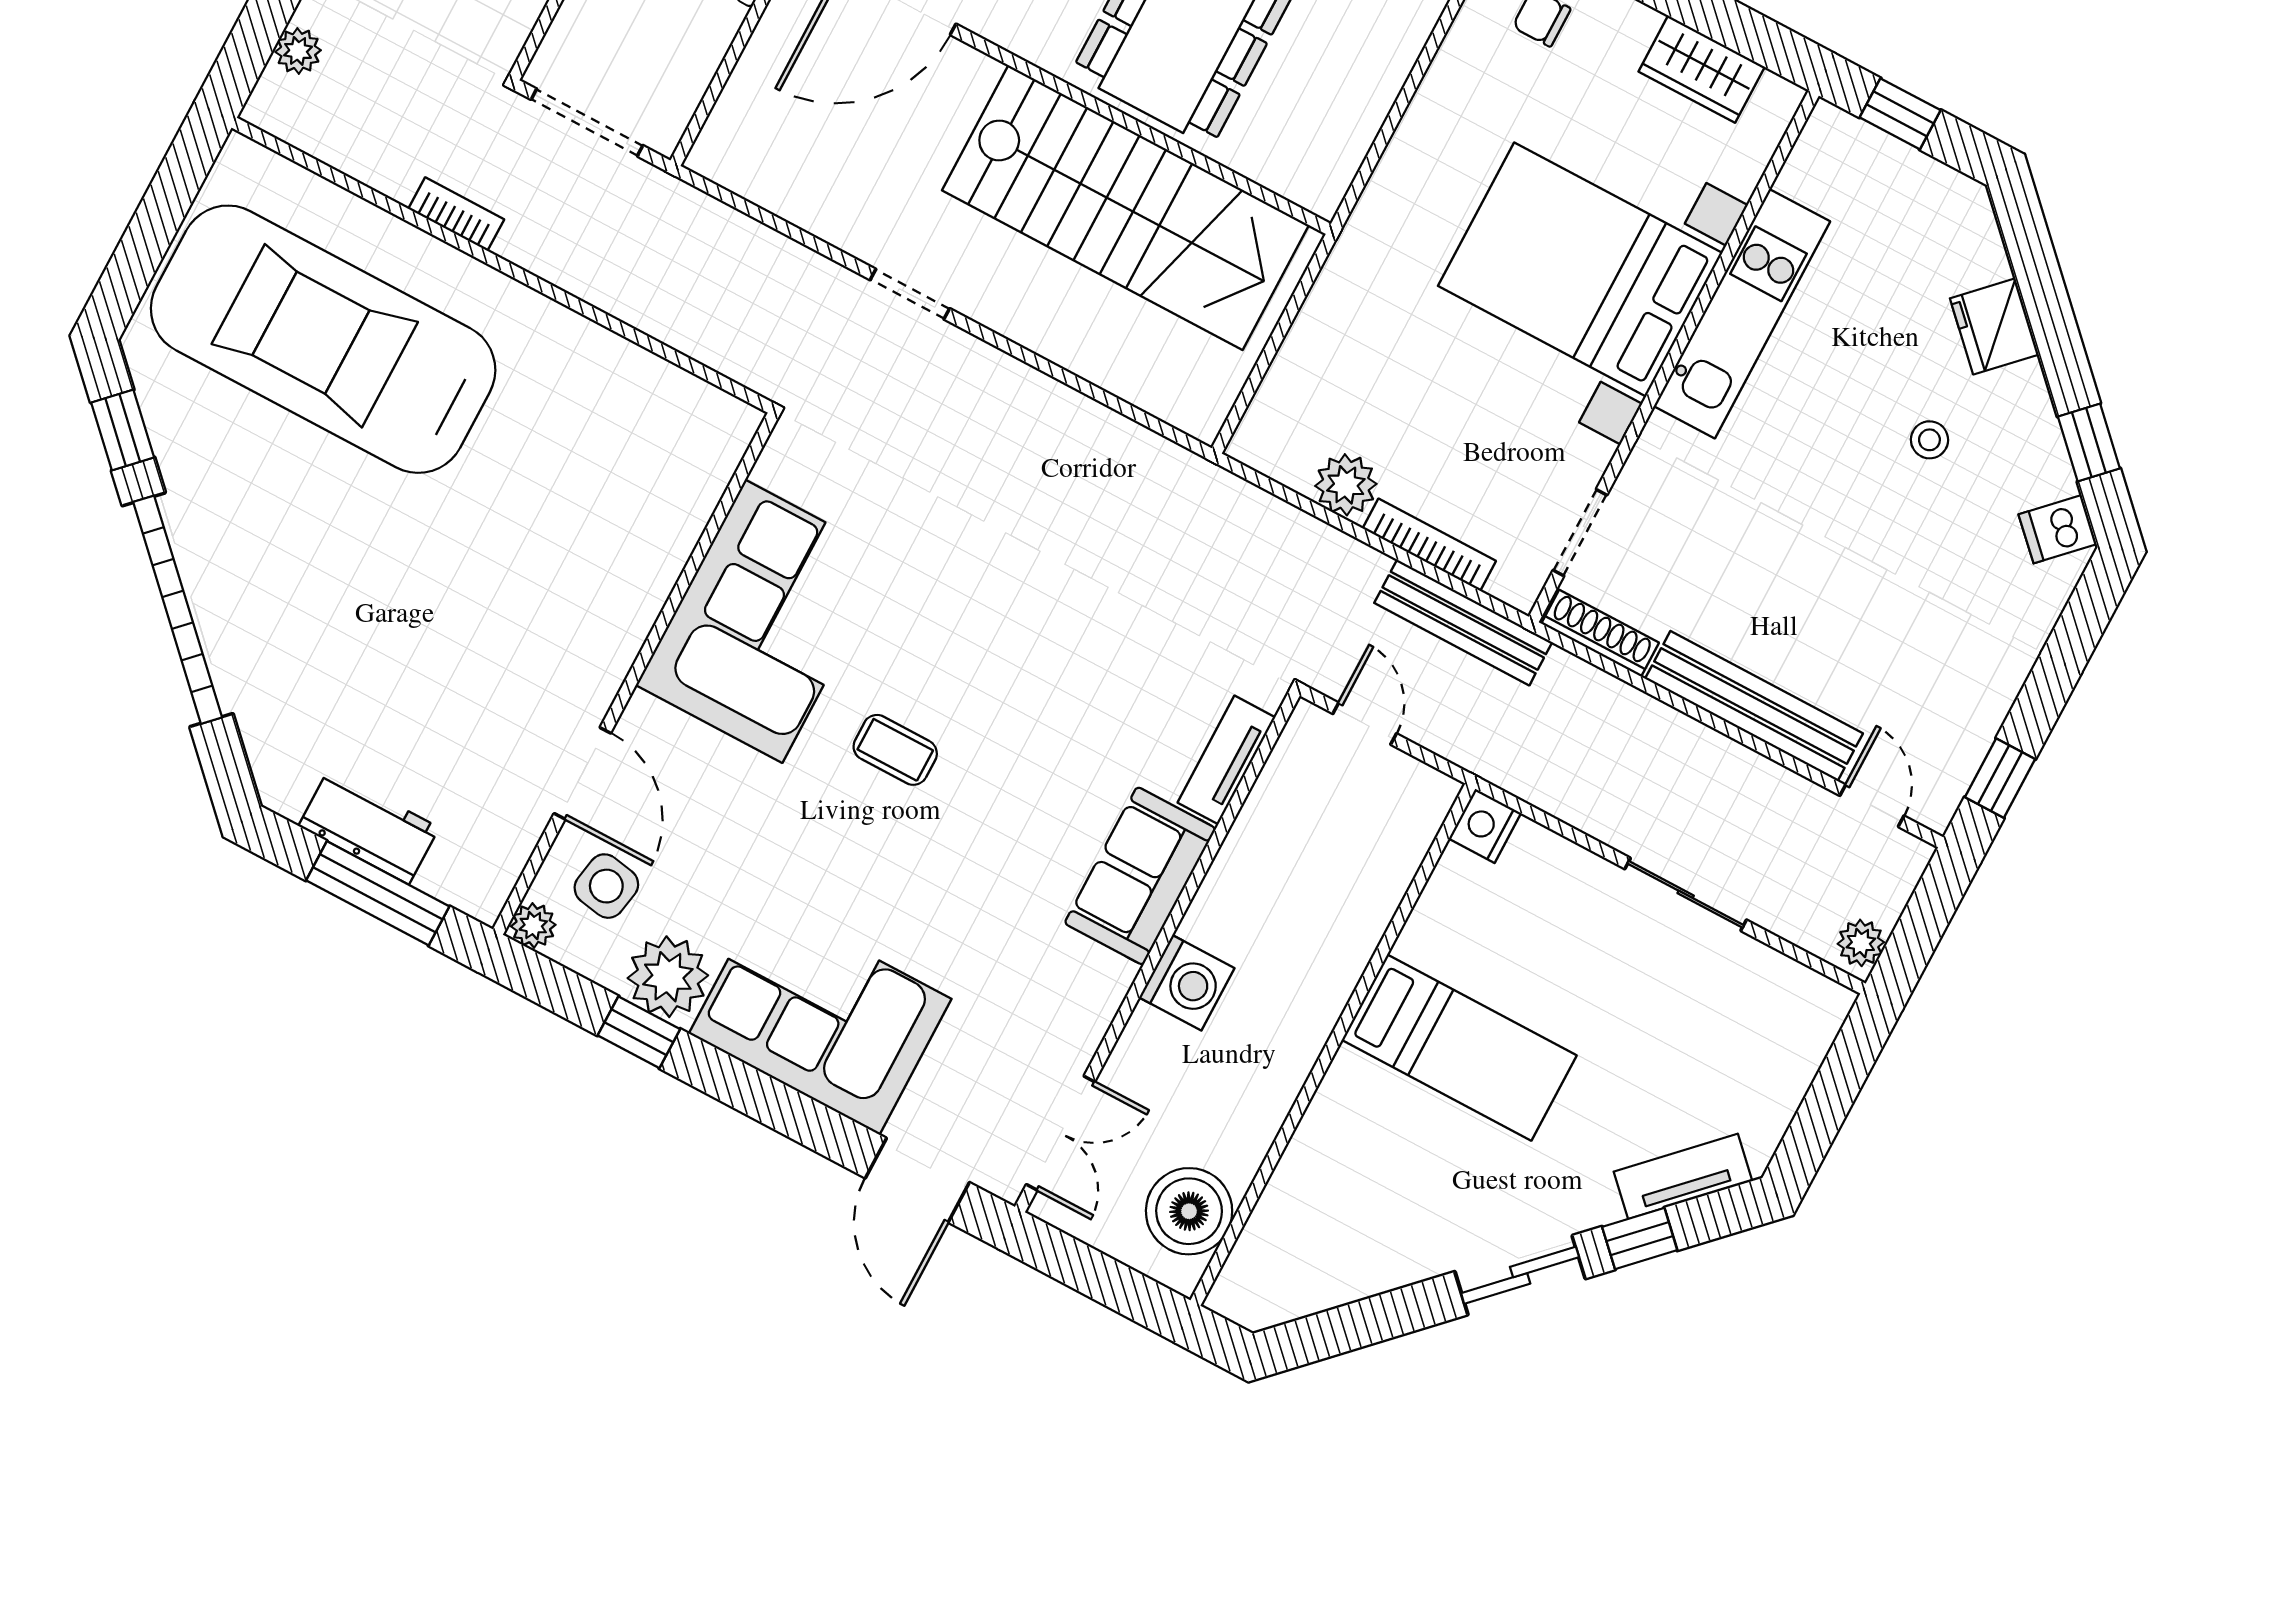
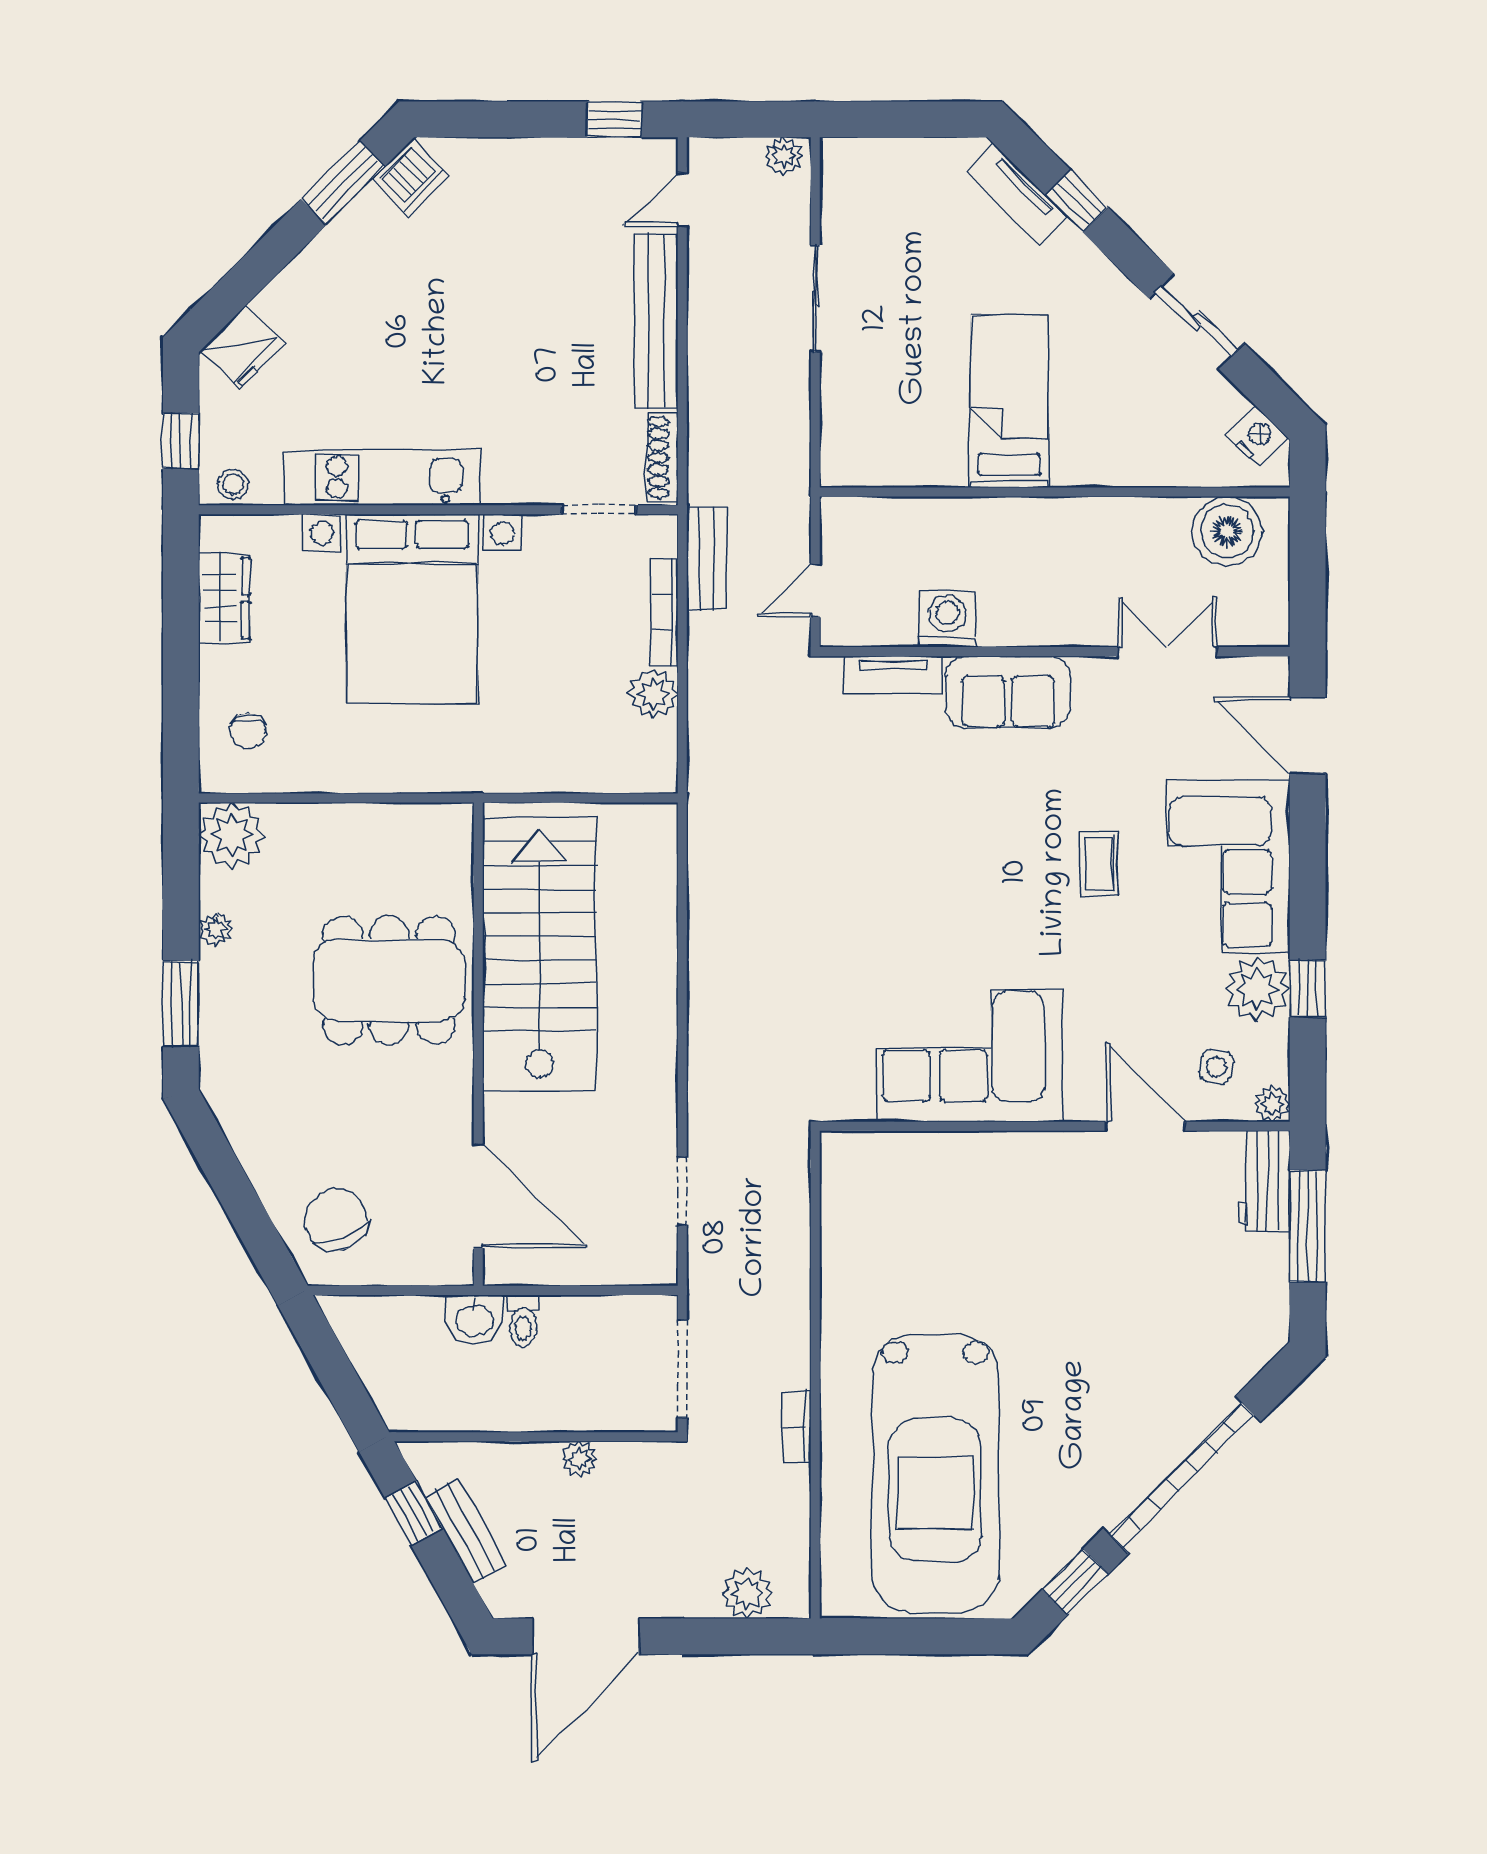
plant: (298, 51) -> (747, 1593), width x1.38, depth x1.38
doorway: (910, 294) -> (682, 1192), moved
fridge: (1994, 326) -> (243, 347), moved
stool: (1929, 440) -> (233, 484), moved
window: (2089, 442) -> (343, 183), width x1.50
dishwasher: (2058, 529) -> (411, 178), width x1.38
bench: (1463, 623) -> (706, 559), width x0.73
coffee table: (895, 750) -> (1099, 864), moved
door: (582, 773) -> (1145, 1126), hinge flipped
nightstand: (1485, 826) -> (1257, 436), moved, turned -135
workbench: (369, 827) -> (1264, 1181), moved
side table: (606, 886) -> (1216, 1067), width x0.73, depth x0.73
washing machine: (1187, 983) -> (948, 619), moved
double door: (1061, 1133) -> (1167, 652), moved
door: (917, 1180) -> (1308, 735), swing flipped
sliding door: (1520, 1275) -> (1196, 321), moved

